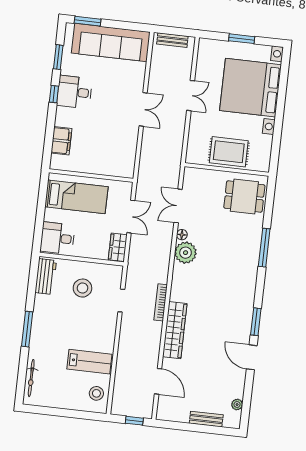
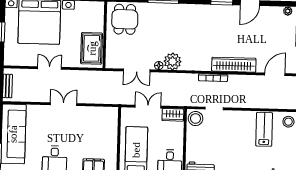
rug: (229, 152) -> (92, 48), moved
stool: (82, 288) -> (196, 119), moved

